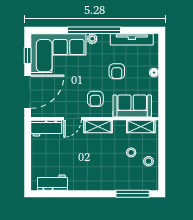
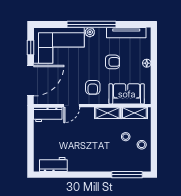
armchair: (117, 71) -> (113, 62), turned -90
shelving: (98, 127) -> (107, 113), moved

